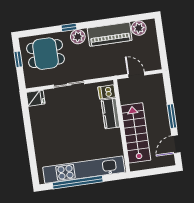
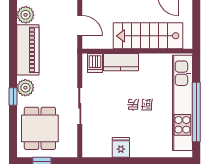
door: (136, 75) -> (80, 25), swing flipped
fridge: (36, 98) -> (121, 147), moved

